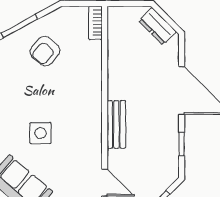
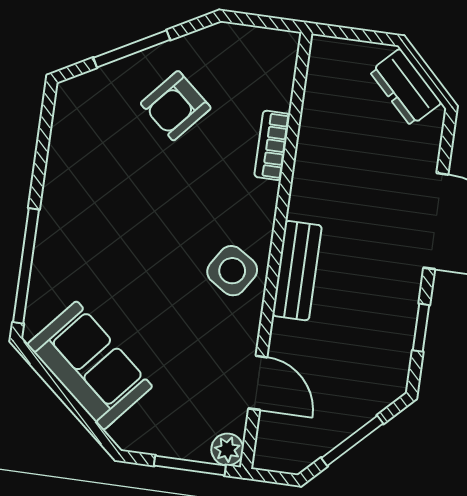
bookcase: (95, 23) -> (272, 145), moved
side table: (40, 133) -> (232, 271), moved, turned 33

